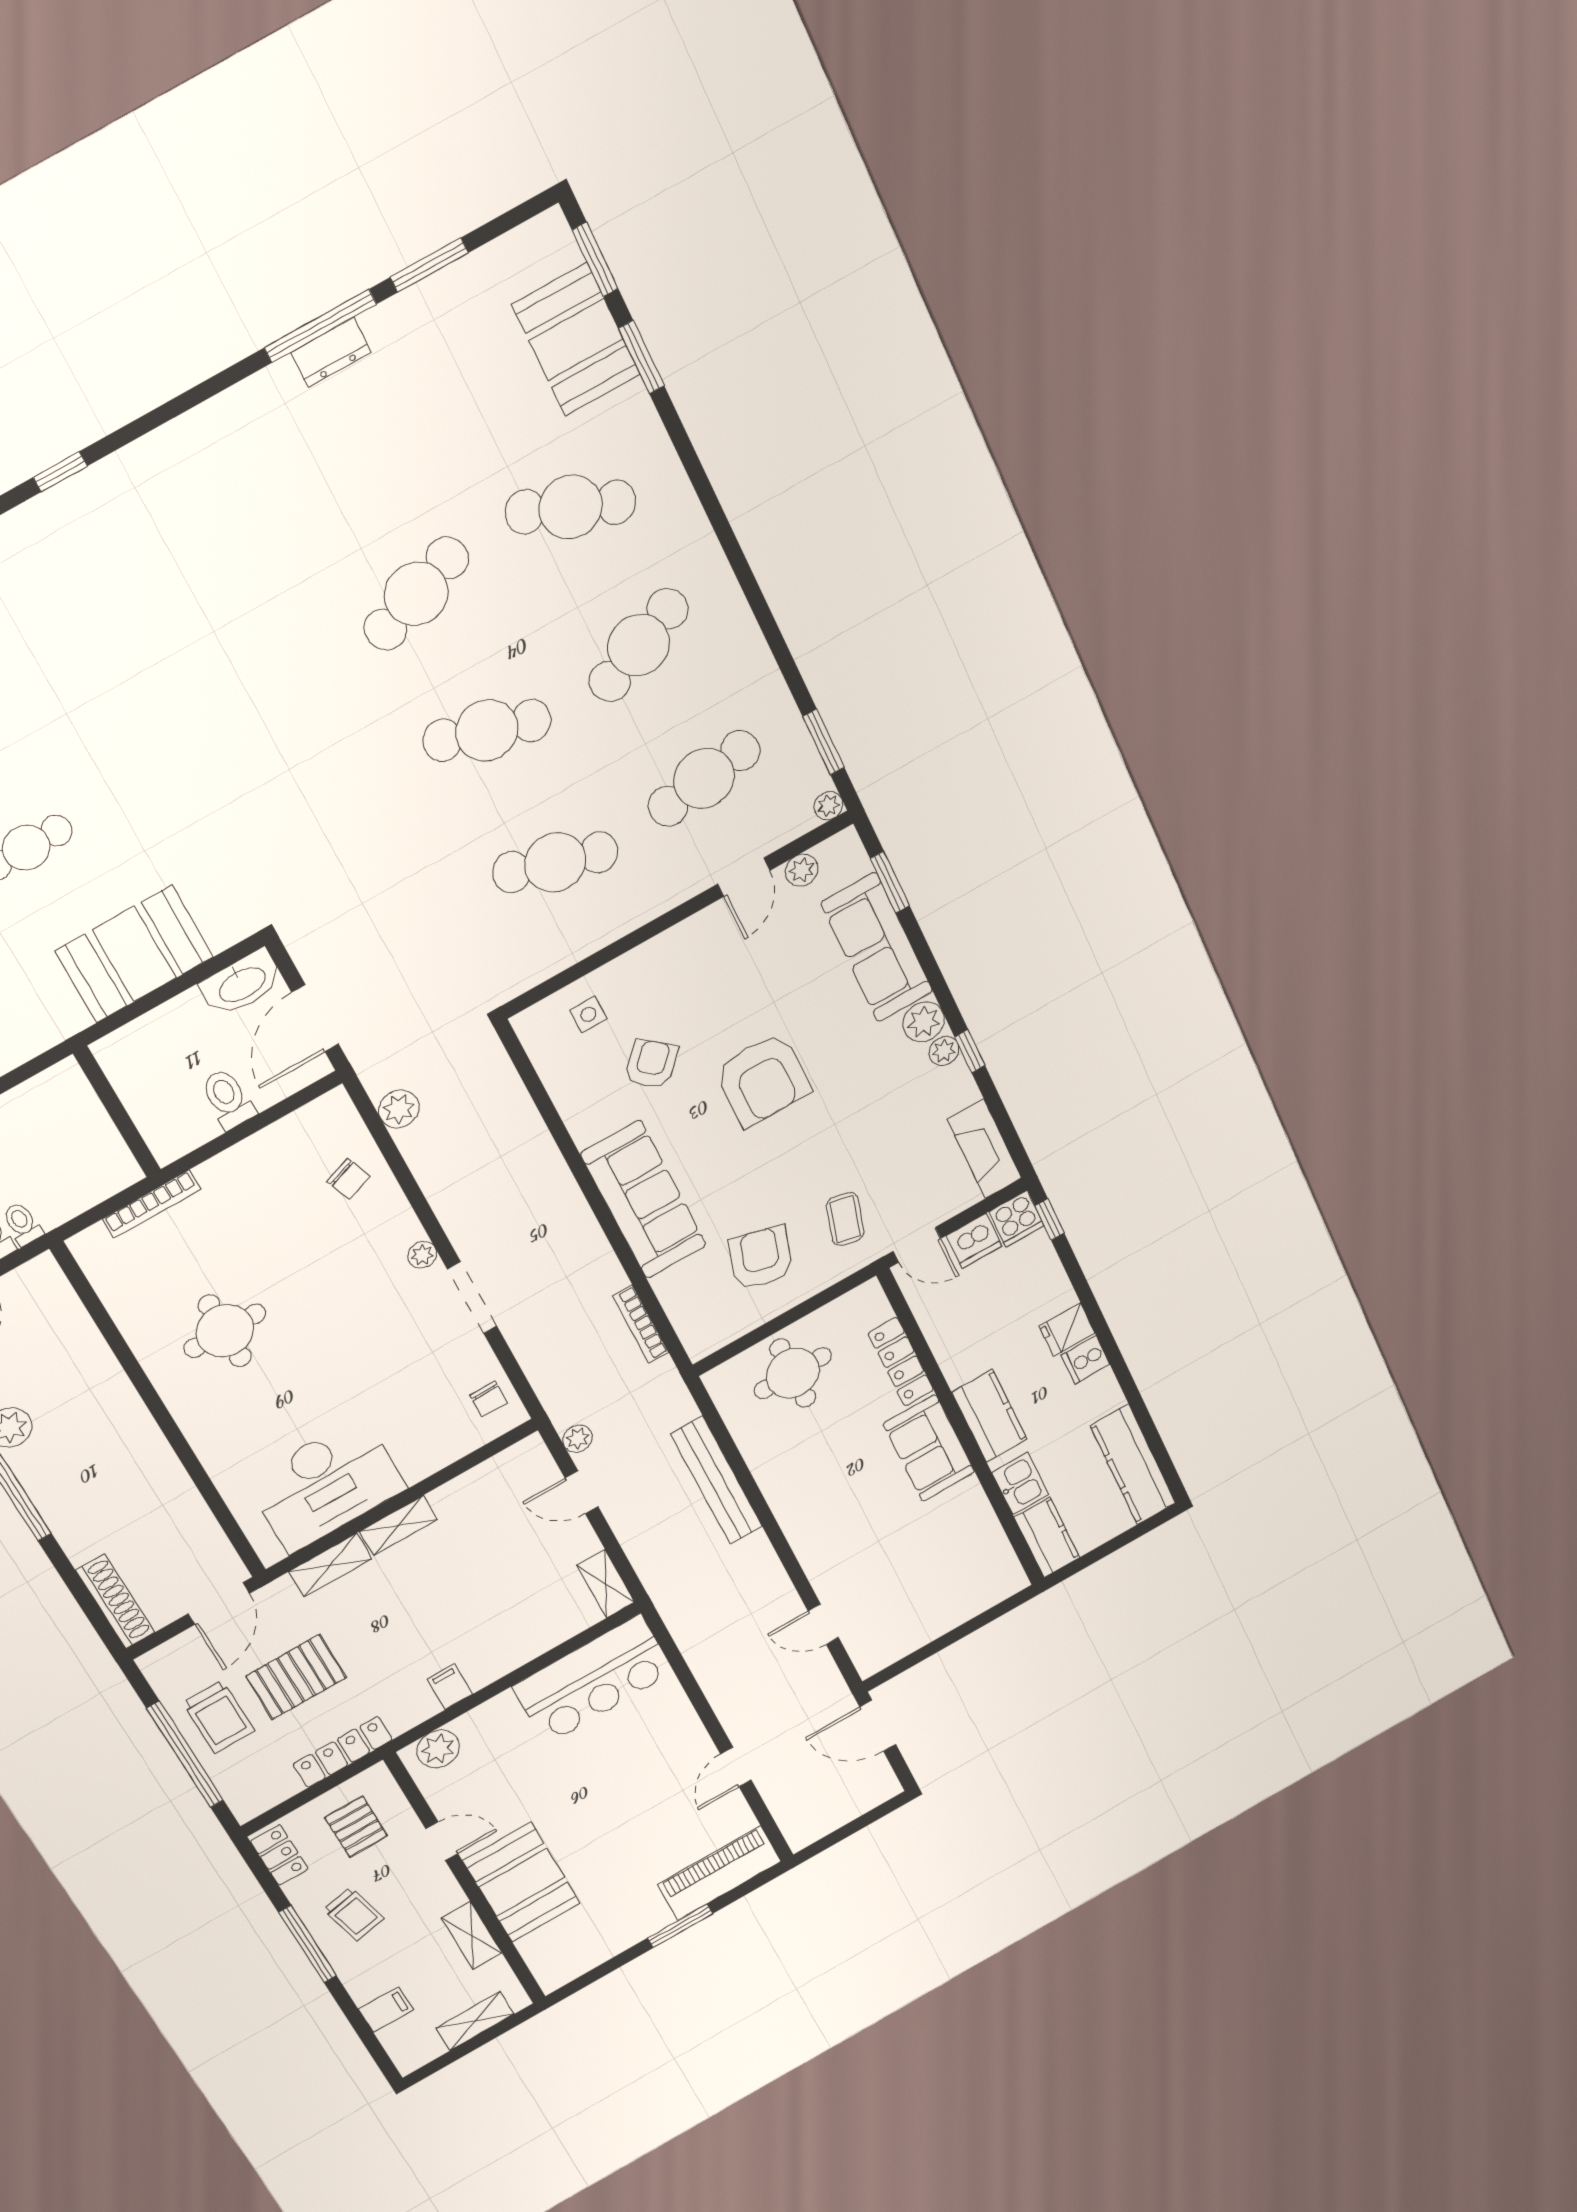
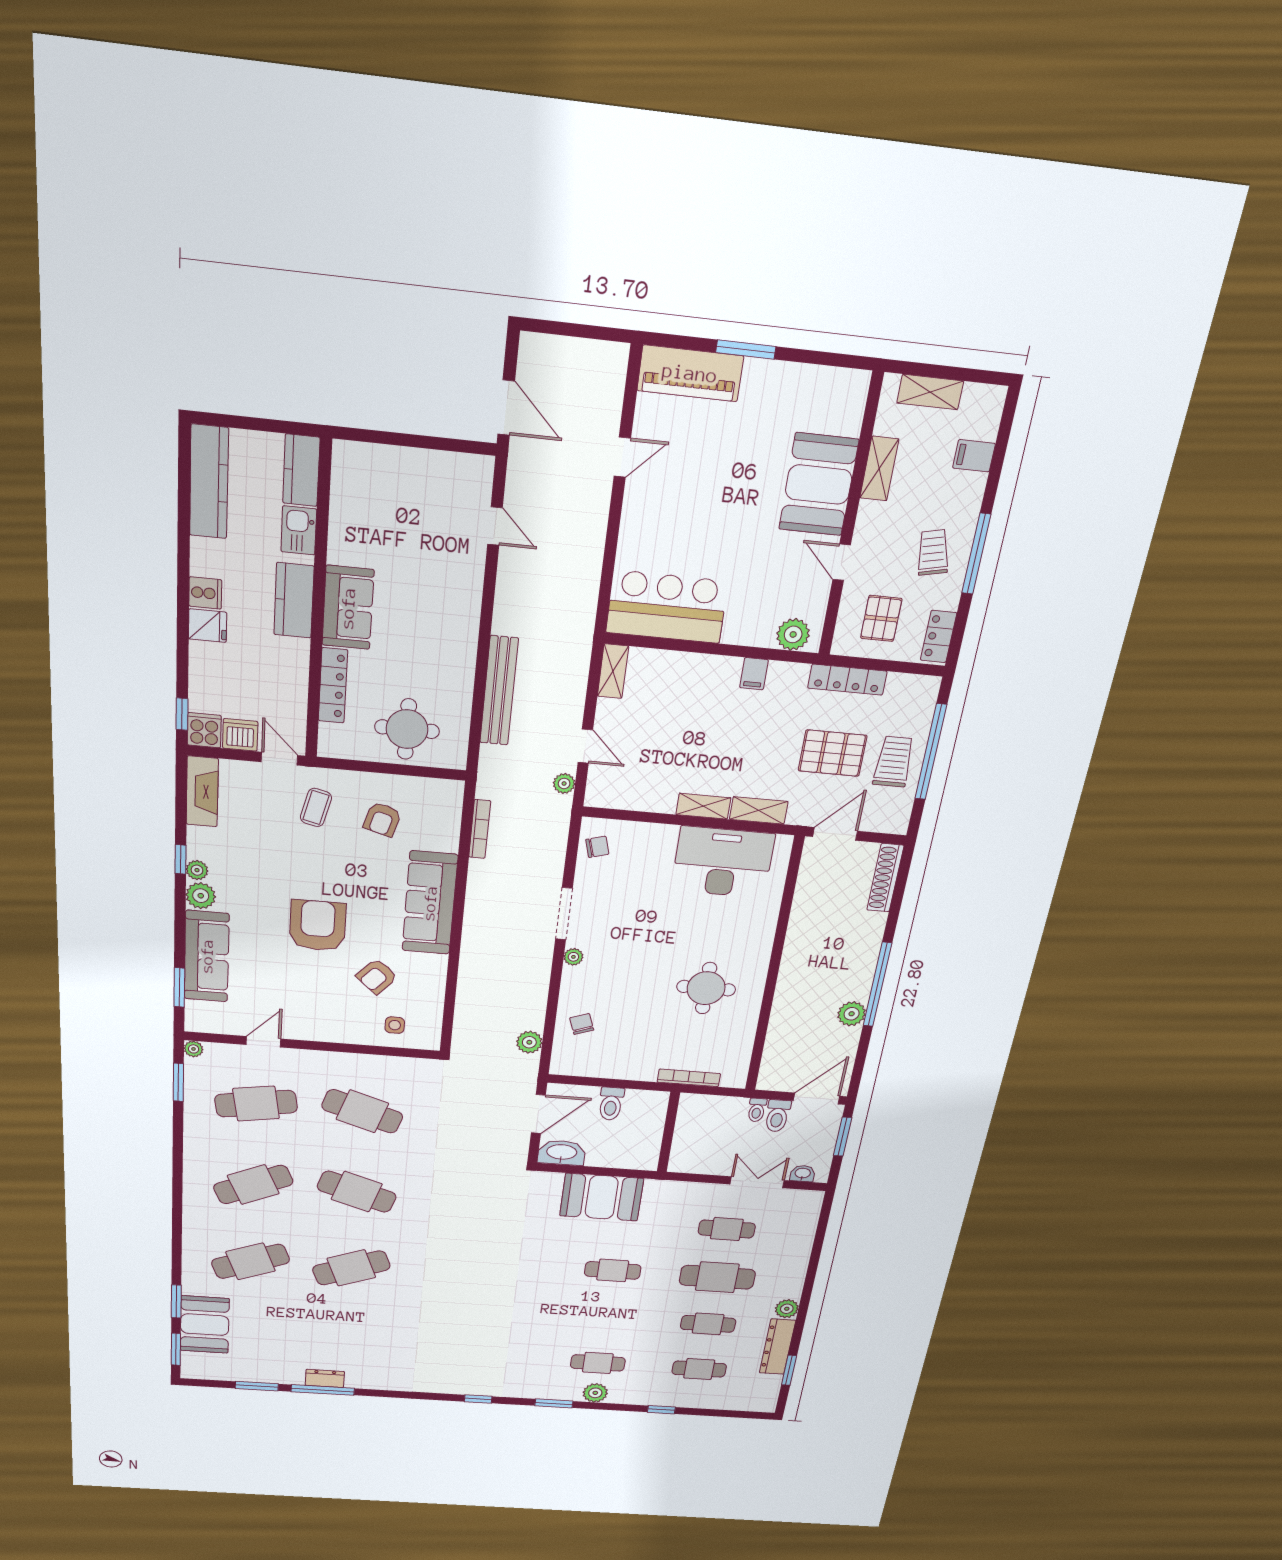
cafe table: (571, 507) -> (251, 1261), turned -45
plant: (802, 870) -> (228, 1025), removed
armchair: (761, 1258) -> (382, 819), width x0.72, depth x0.72
chair: (489, 1399) -> (597, 847), turned 74

